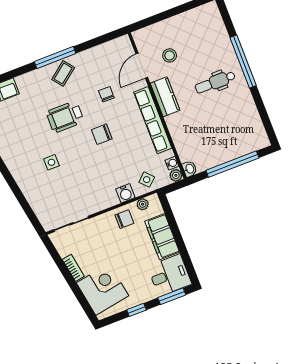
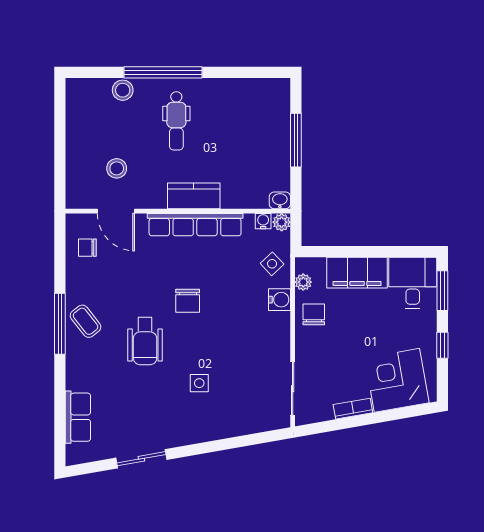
stool: (222, 40) -> (123, 90), added
chair: (106, 94) -> (87, 248), moved
kitchen counter: (165, 97) -> (194, 196), moved
window: (232, 164) -> (296, 140), width x0.68

